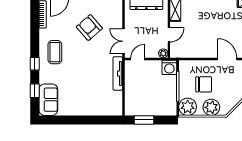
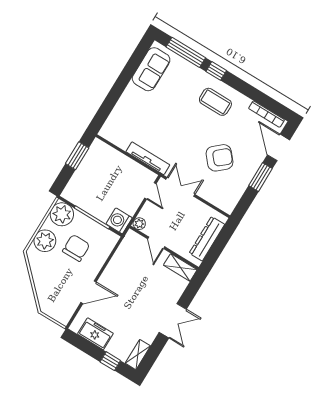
chair: (204, 84) -> (76, 248), turned 180
window: (35, 91) -> (186, 52), width x2.17
sofa: (48, 100) -> (151, 69), moved, turned -90

